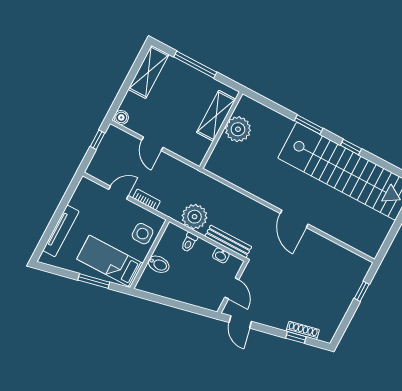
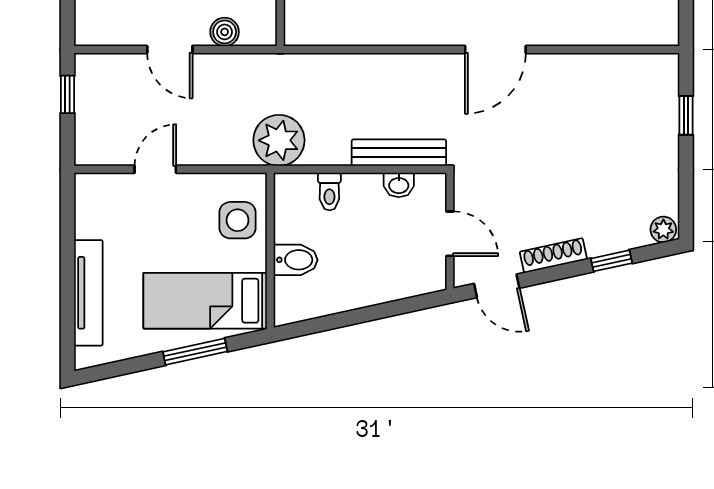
boiler: (121, 117) -> (225, 32), moved
bookcase: (146, 199) -> (212, 155), removed
plant: (195, 217) -> (279, 140), moved
door: (294, 219) -> (495, 50), hinge flipped
shoe rack: (303, 330) -> (553, 255), moved
plant: (326, 336) -> (663, 230), added

